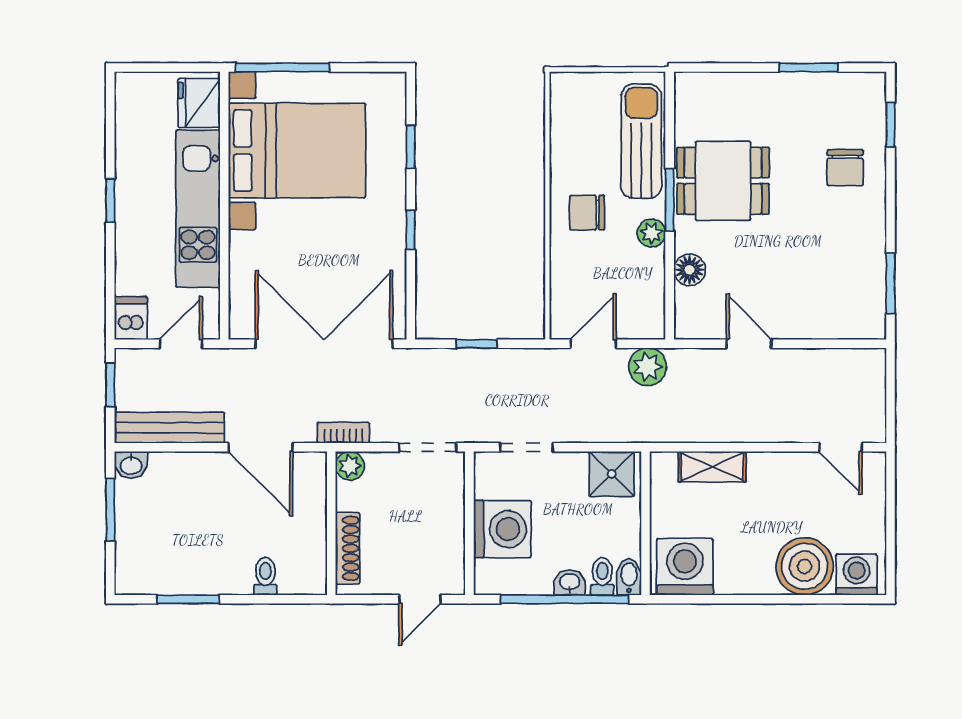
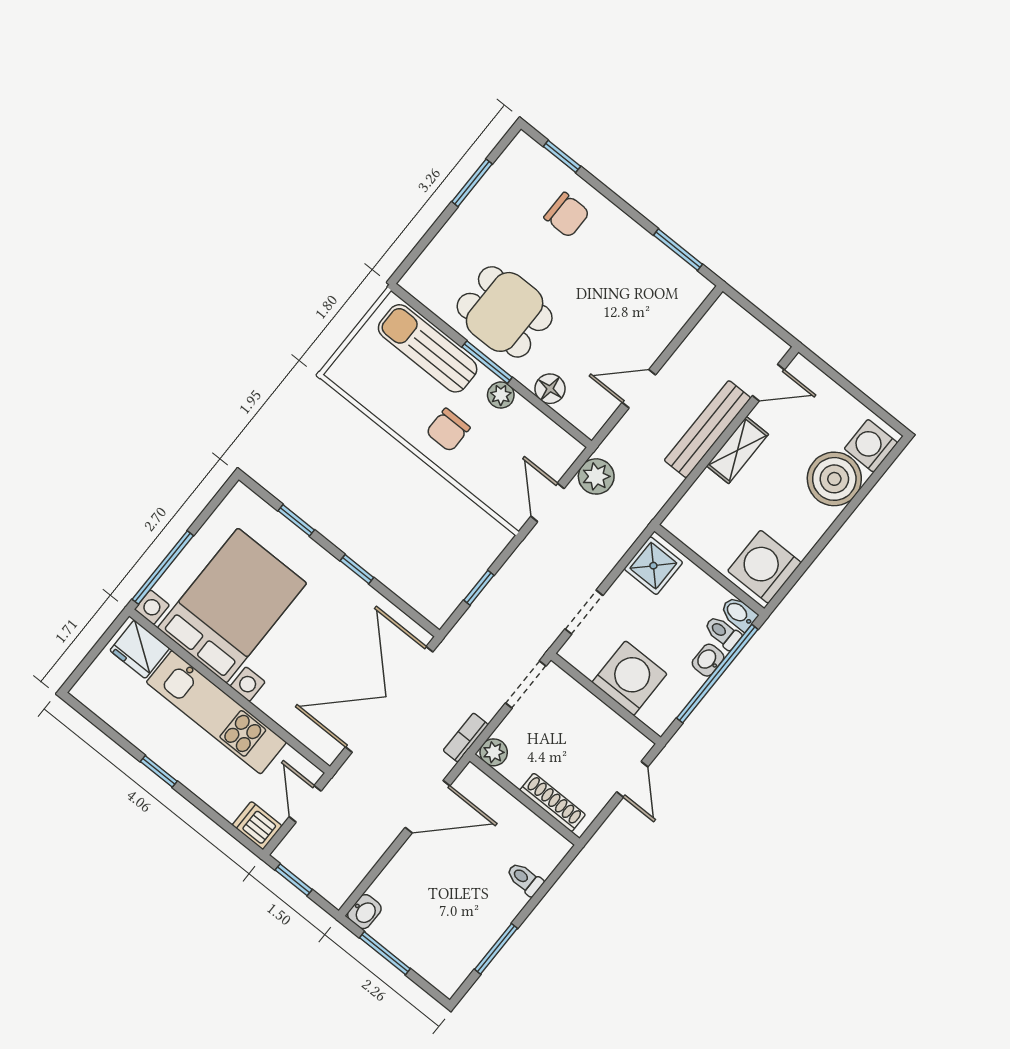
dining table: (723, 181) -> (505, 312), turned 90
bench: (169, 428) -> (708, 429), moved
shelving: (712, 467) -> (738, 450), moved

